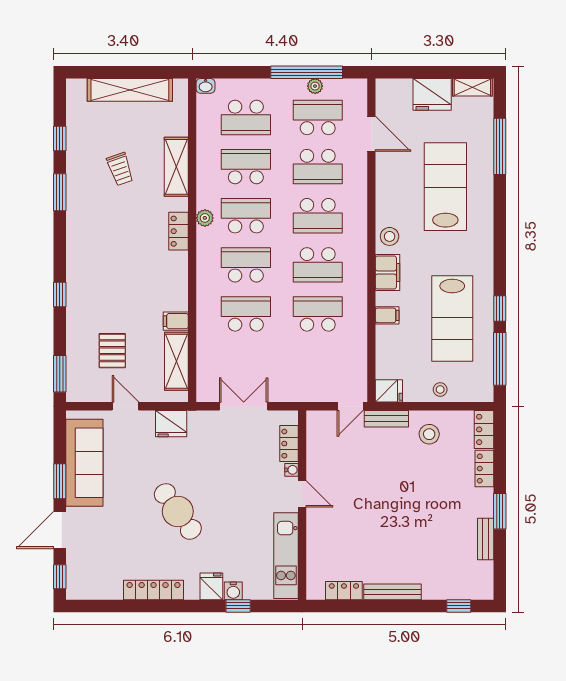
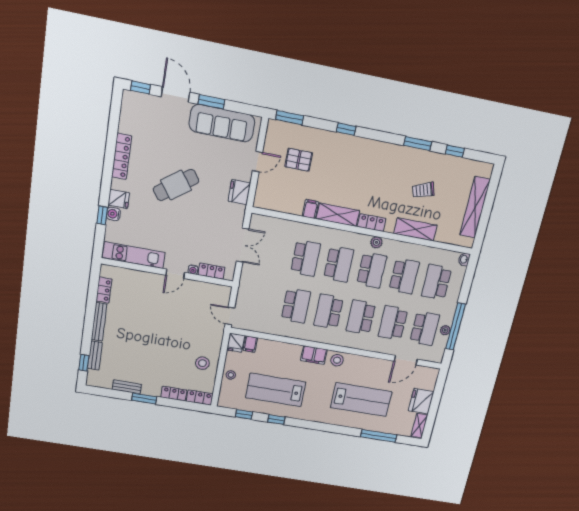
filing cabinet: (387, 315) -> (250, 344), moved
window: (500, 359) -> (244, 414), width x0.46
shelving: (176, 361) -> (338, 215), moved
bench: (386, 419) -> (95, 355), moved

